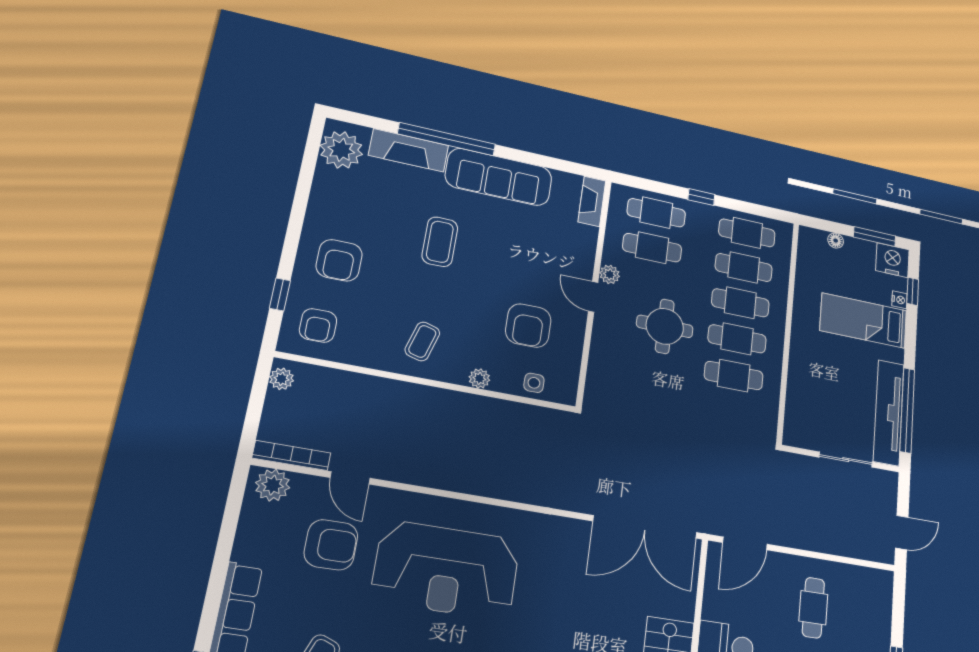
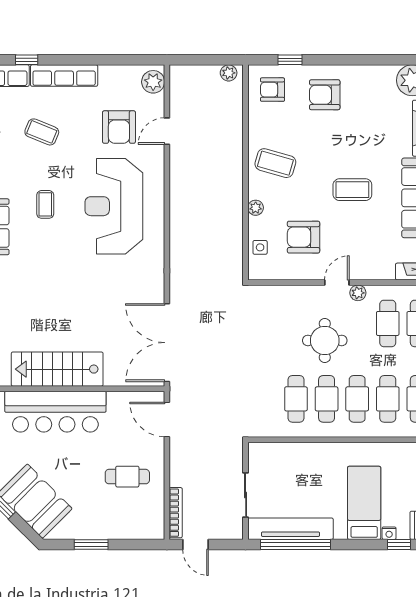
coffee table: (440, 242) -> (352, 190), moved
coffee table: (422, 341) -> (275, 163), width x1.36, depth x1.30
bookcase: (291, 455) -> (176, 513), moved

